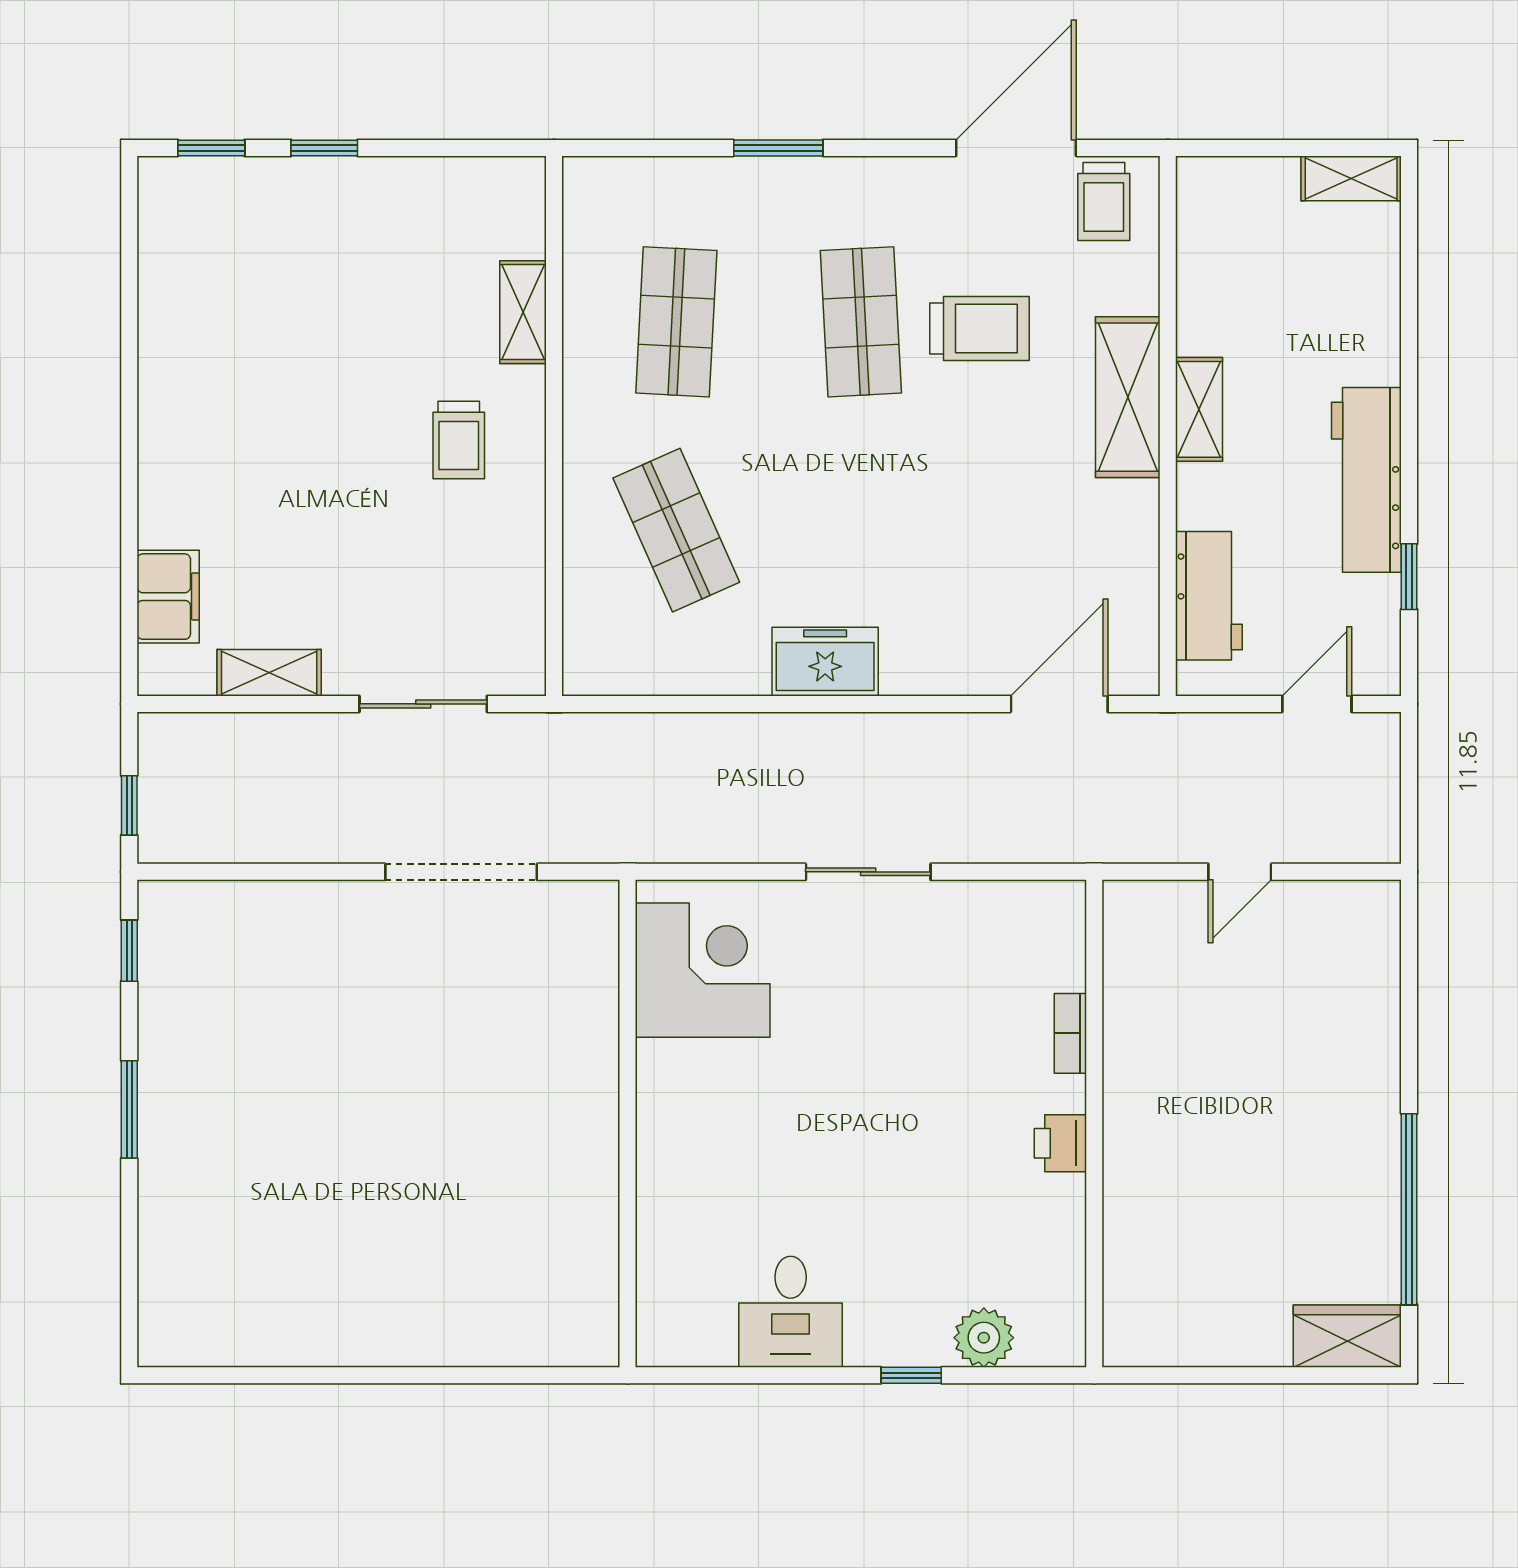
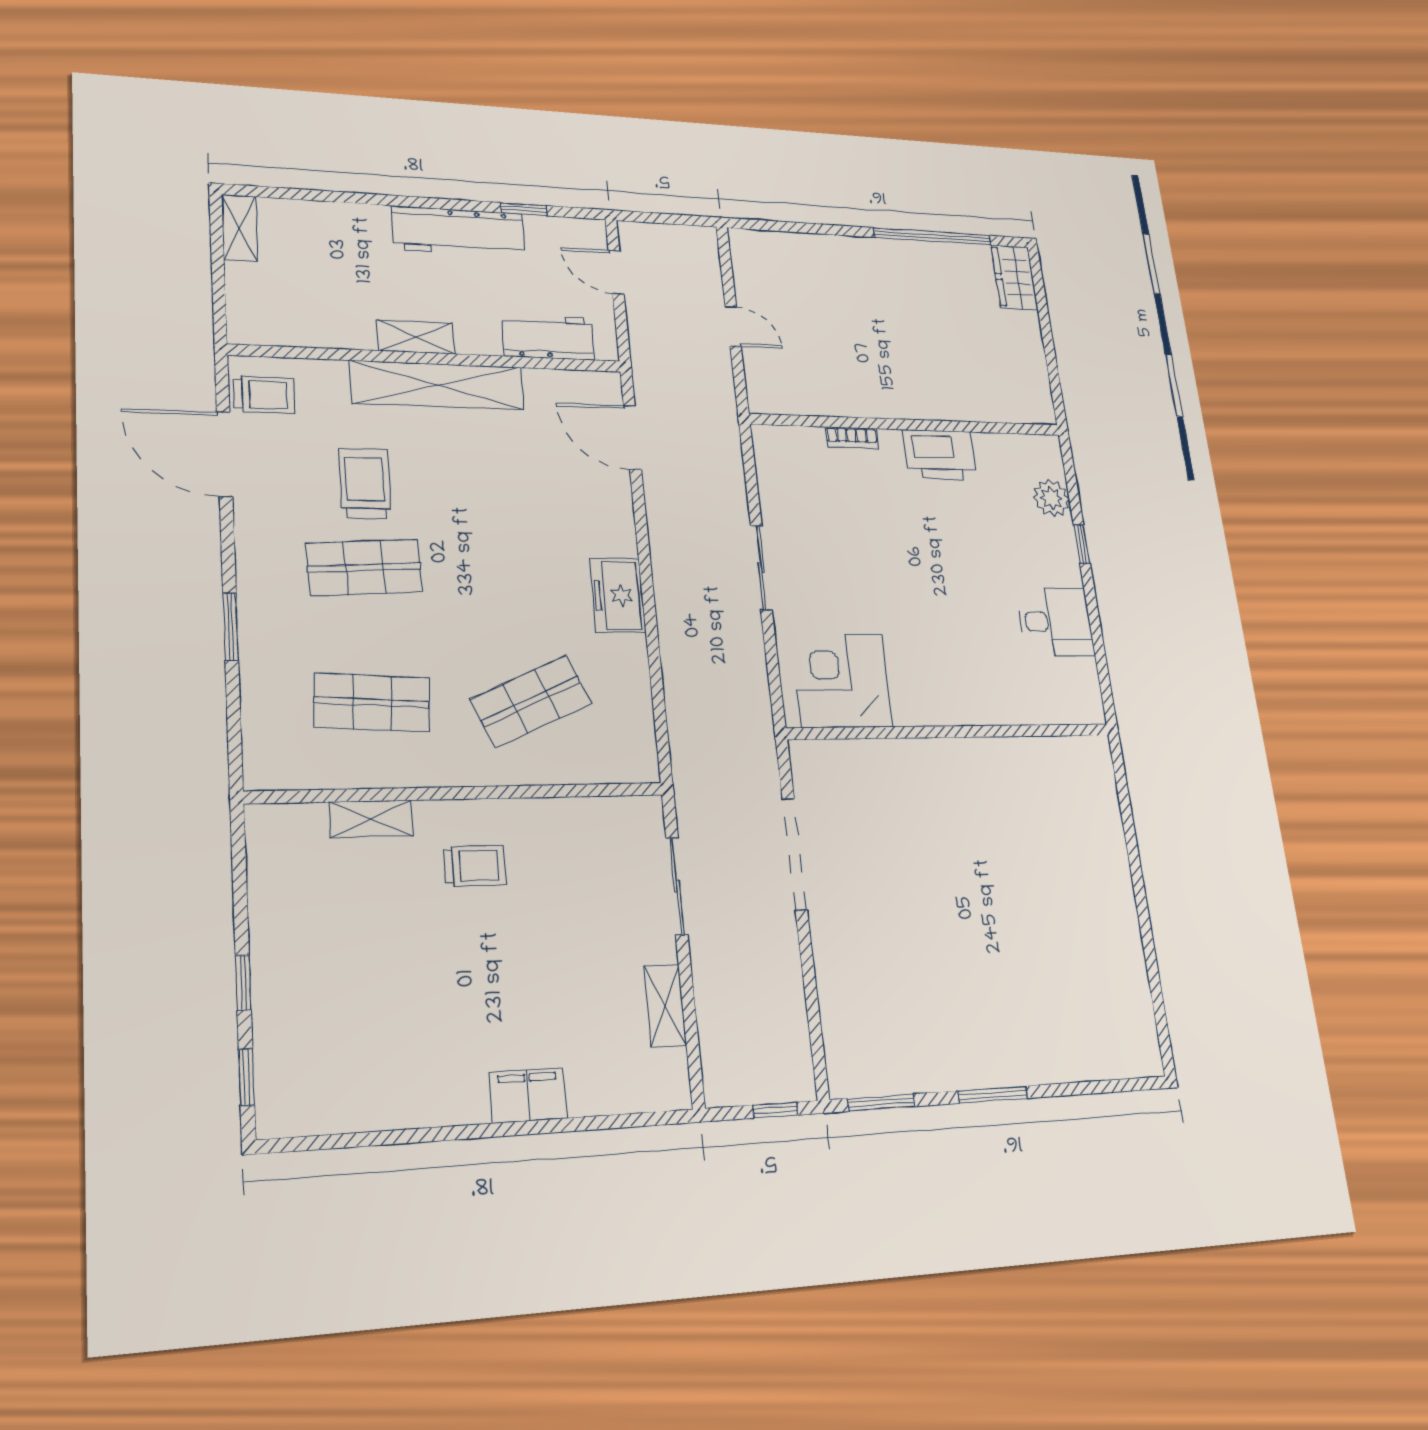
shelving: (1128, 397) -> (437, 385), width x1.47
filing cabinet: (168, 597) -> (528, 1095), moved
window: (129, 951) -> (881, 1103), width x1.50
printer: (1060, 1143) -> (940, 455), width x1.87, depth x1.48

